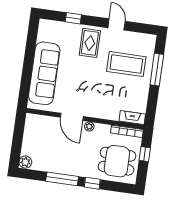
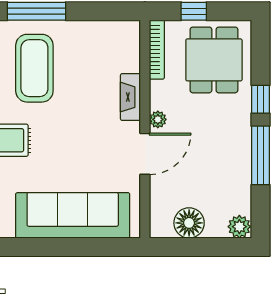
fireplace: (132, 118) -> (130, 97), moved
floor lamp: (31, 135) -> (189, 223), added

